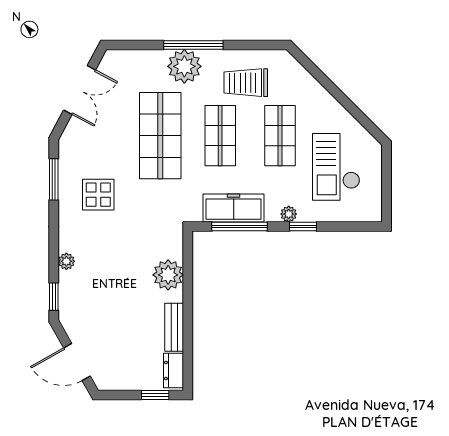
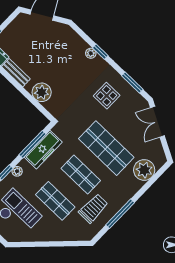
window: (193, 45) -> (120, 214), moved
plant: (184, 66) -> (144, 170), moved
double door: (80, 90) -> (157, 122), moved
window: (54, 297) -> (100, 52), moved

